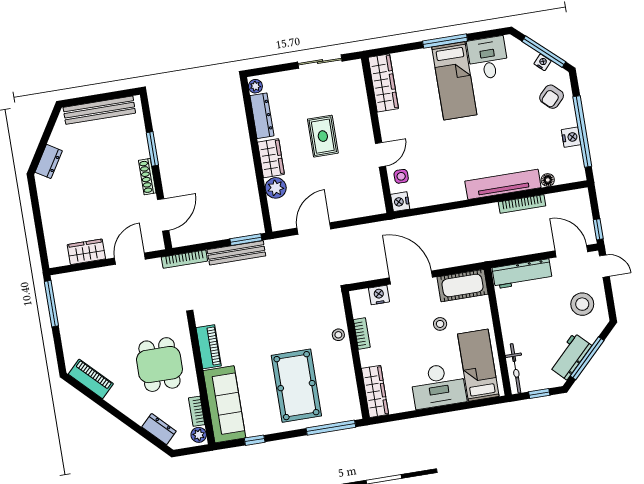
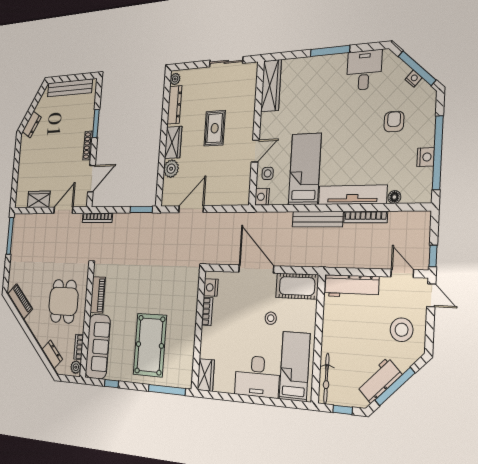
bed: (454, 81) -> (305, 169), moved, turned 180
armchair: (552, 97) -> (394, 122), moved, turned 136
door: (571, 251) -> (402, 273), width x0.73
bench: (236, 253) -> (317, 219), moved
nightstand: (379, 295) -> (211, 287), moved, turned -90
stool: (338, 335) -> (189, 308), removed
wardrobe: (375, 391) -> (206, 375), width x0.67

